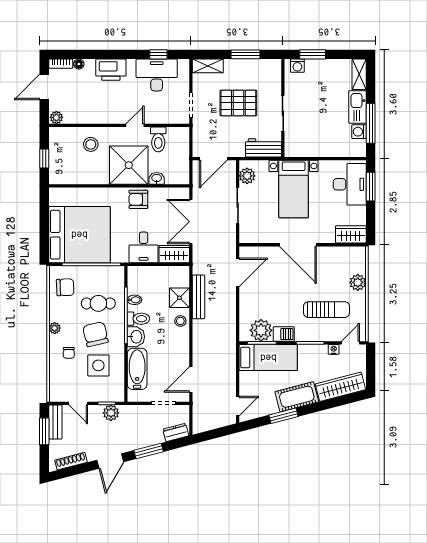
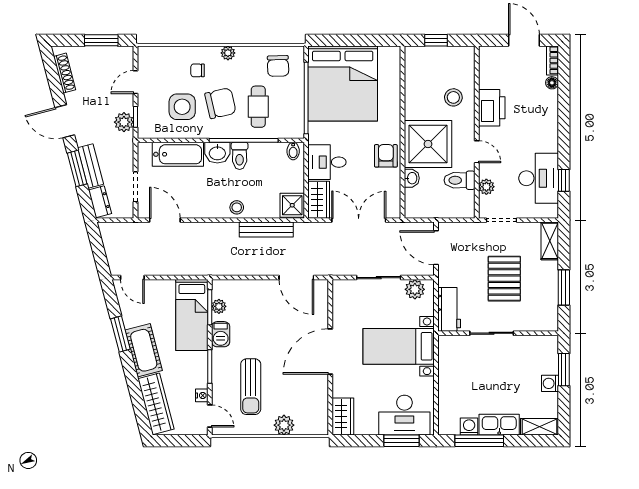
washing machine: (297, 66) -> (550, 383), moved
printer: (111, 70) -> (492, 108), moved, turned 180
plant: (56, 117) -> (486, 187), moved
shower: (179, 298) -> (292, 205), moved
bidet: (135, 300) -> (293, 151), moved
plant: (261, 330) -> (219, 306), width x0.53, depth x0.53
bench: (55, 422) -> (91, 166), moved, turned 75

